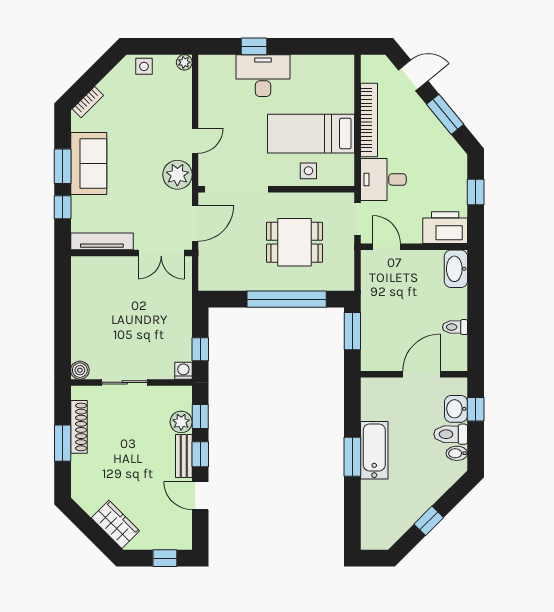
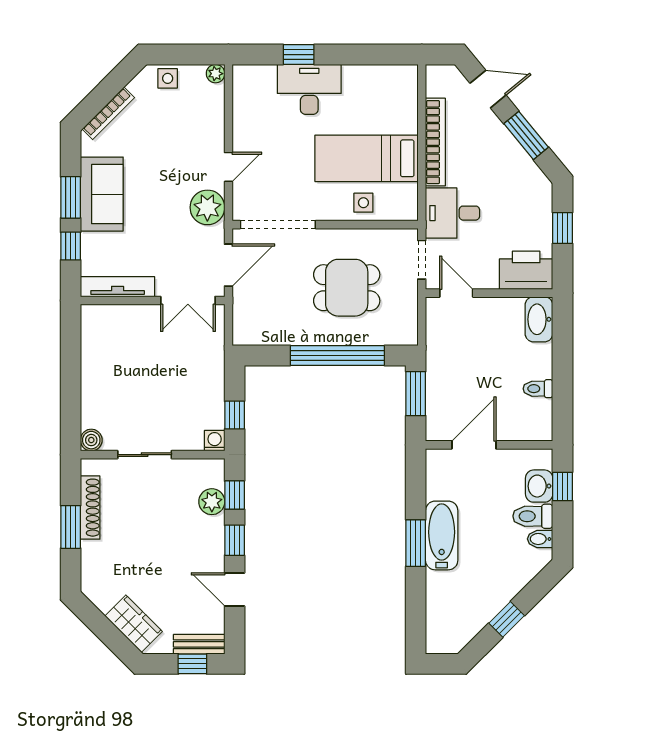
bookcase: (88, 102) -> (108, 113), width x1.56
door: (422, 374) -> (474, 445), moved
bench: (184, 456) -> (199, 644), moved, turned 90

